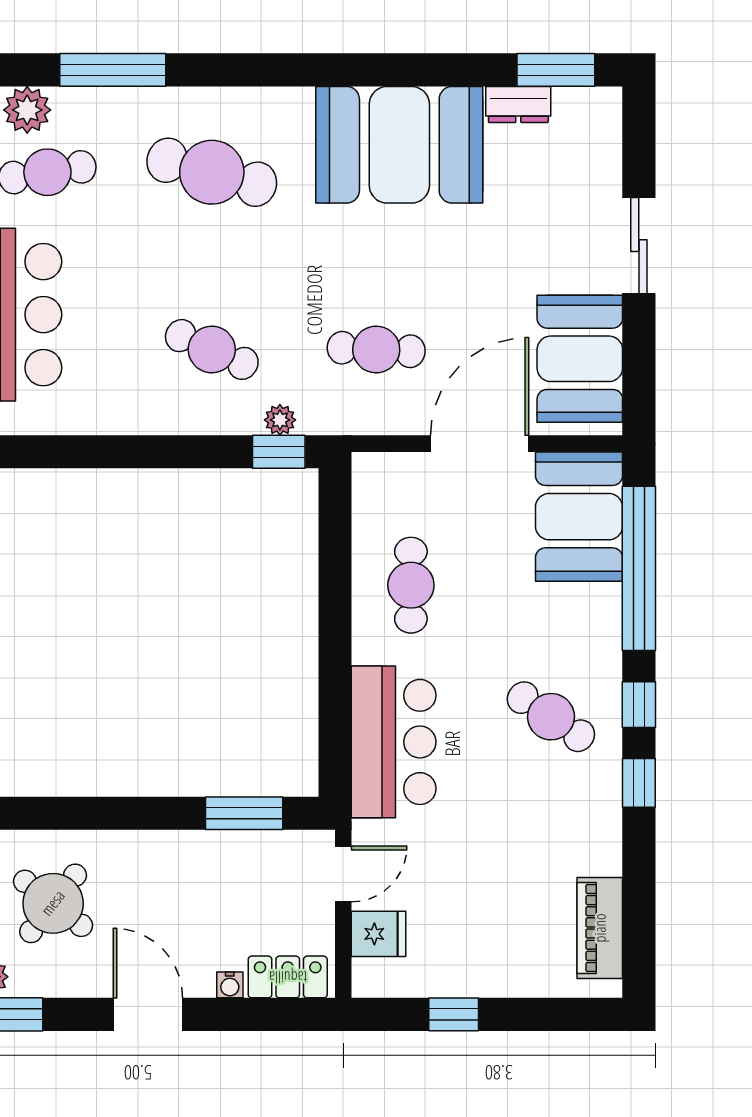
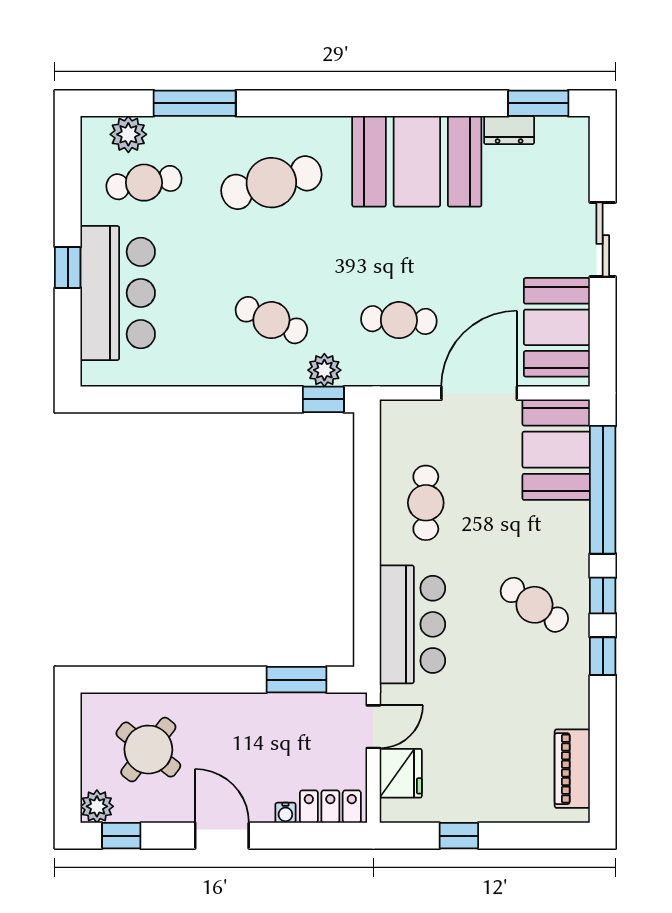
cafe table: (212, 172) -> (271, 183), turned -30
plant: (280, 420) -> (324, 370), width x1.38, depth x1.38
fridge: (379, 934) -> (401, 773), width x1.38

